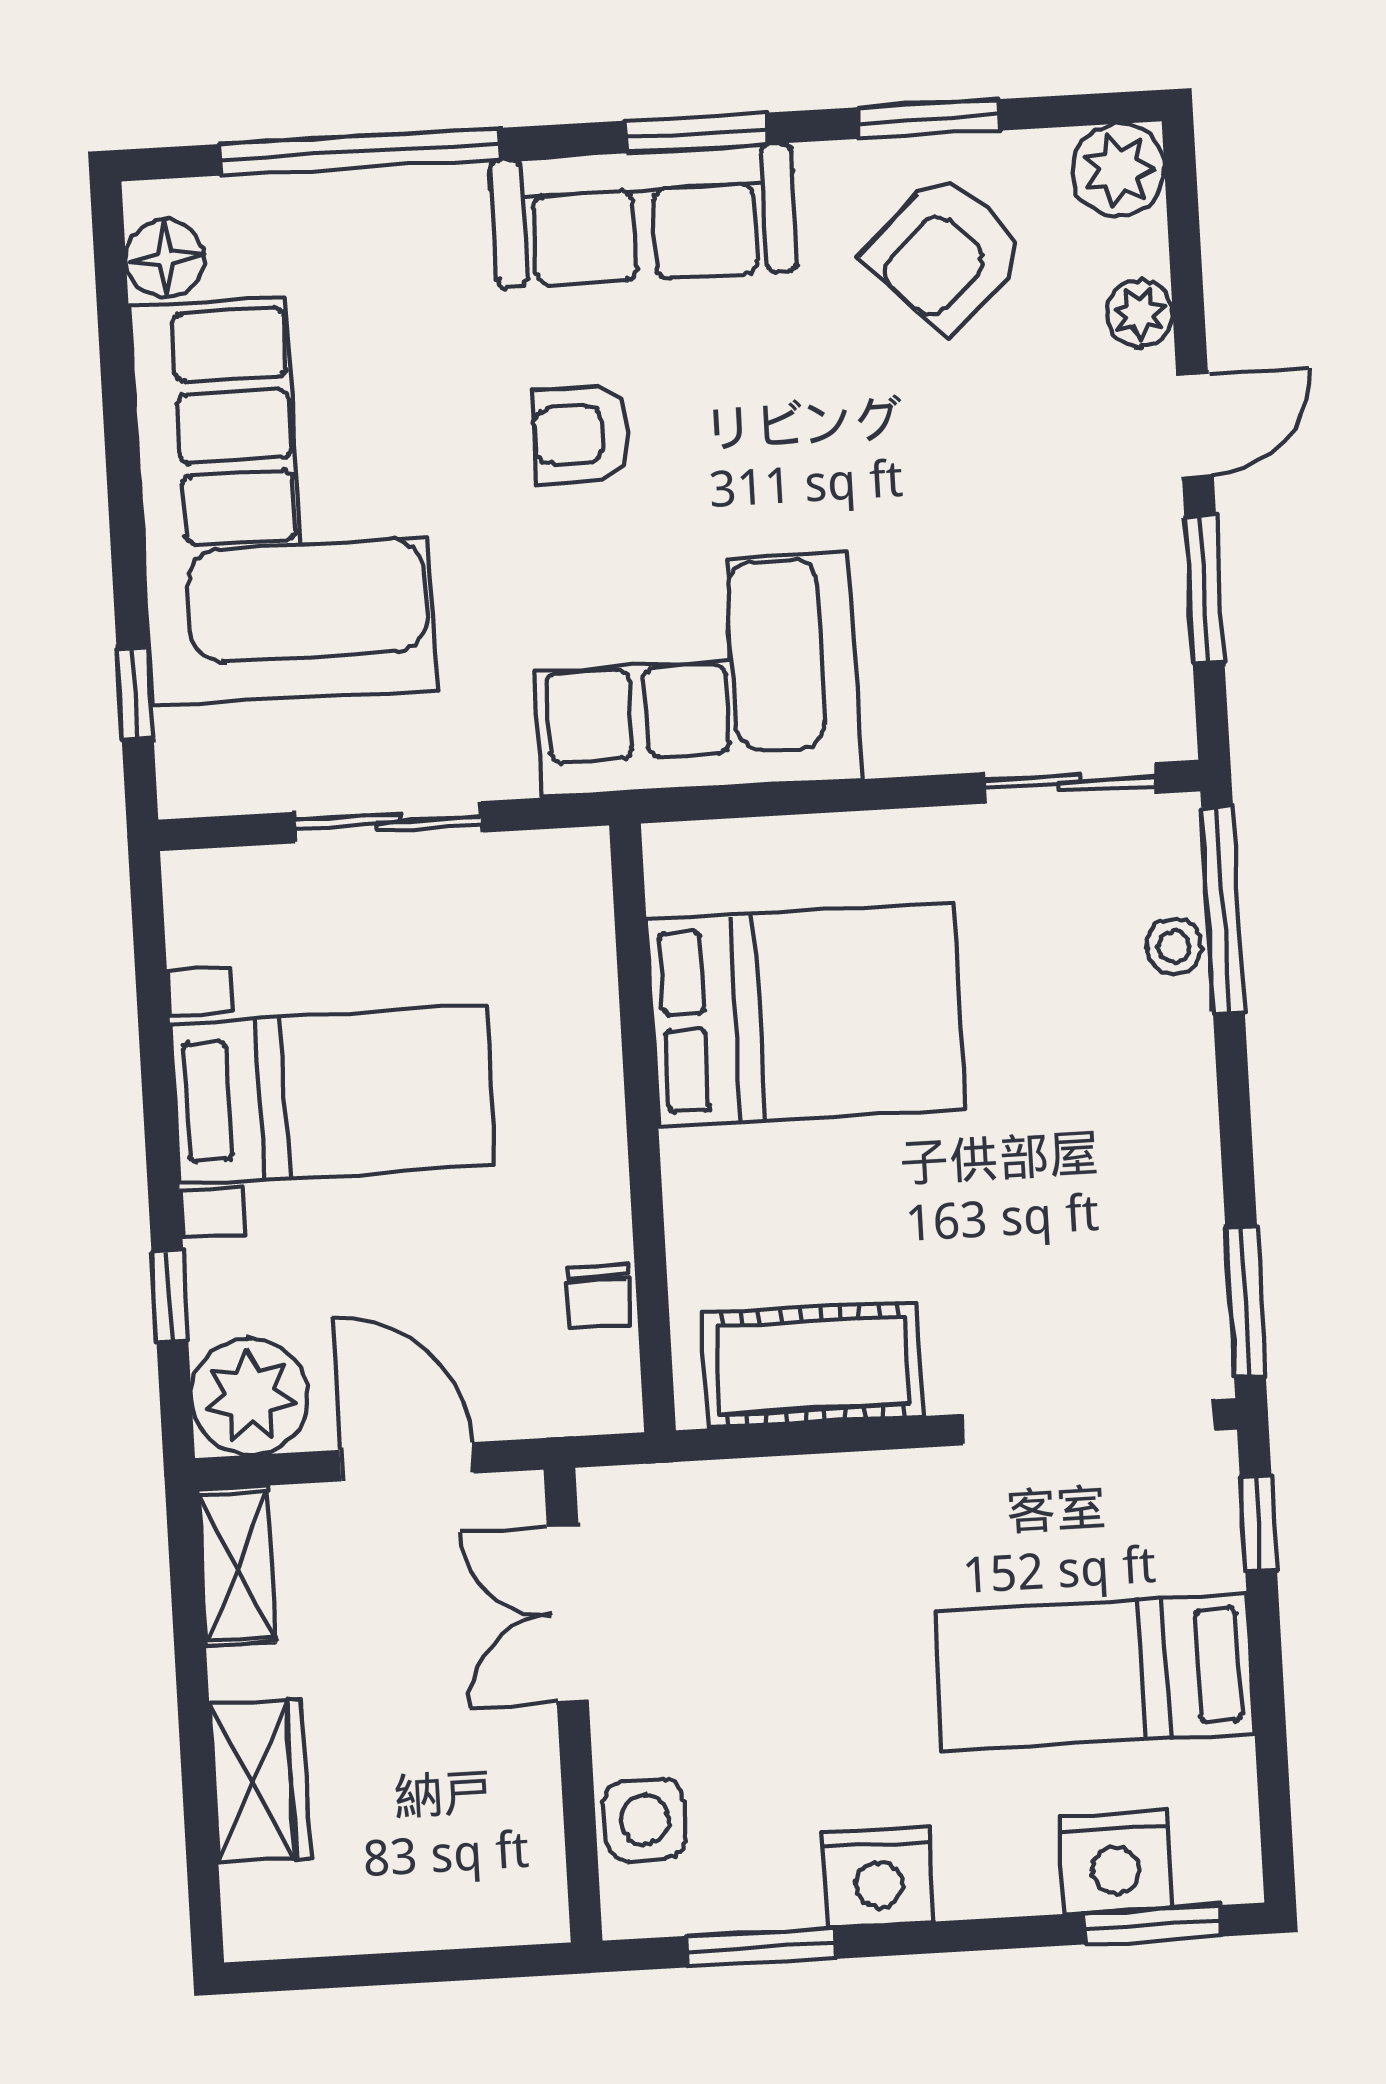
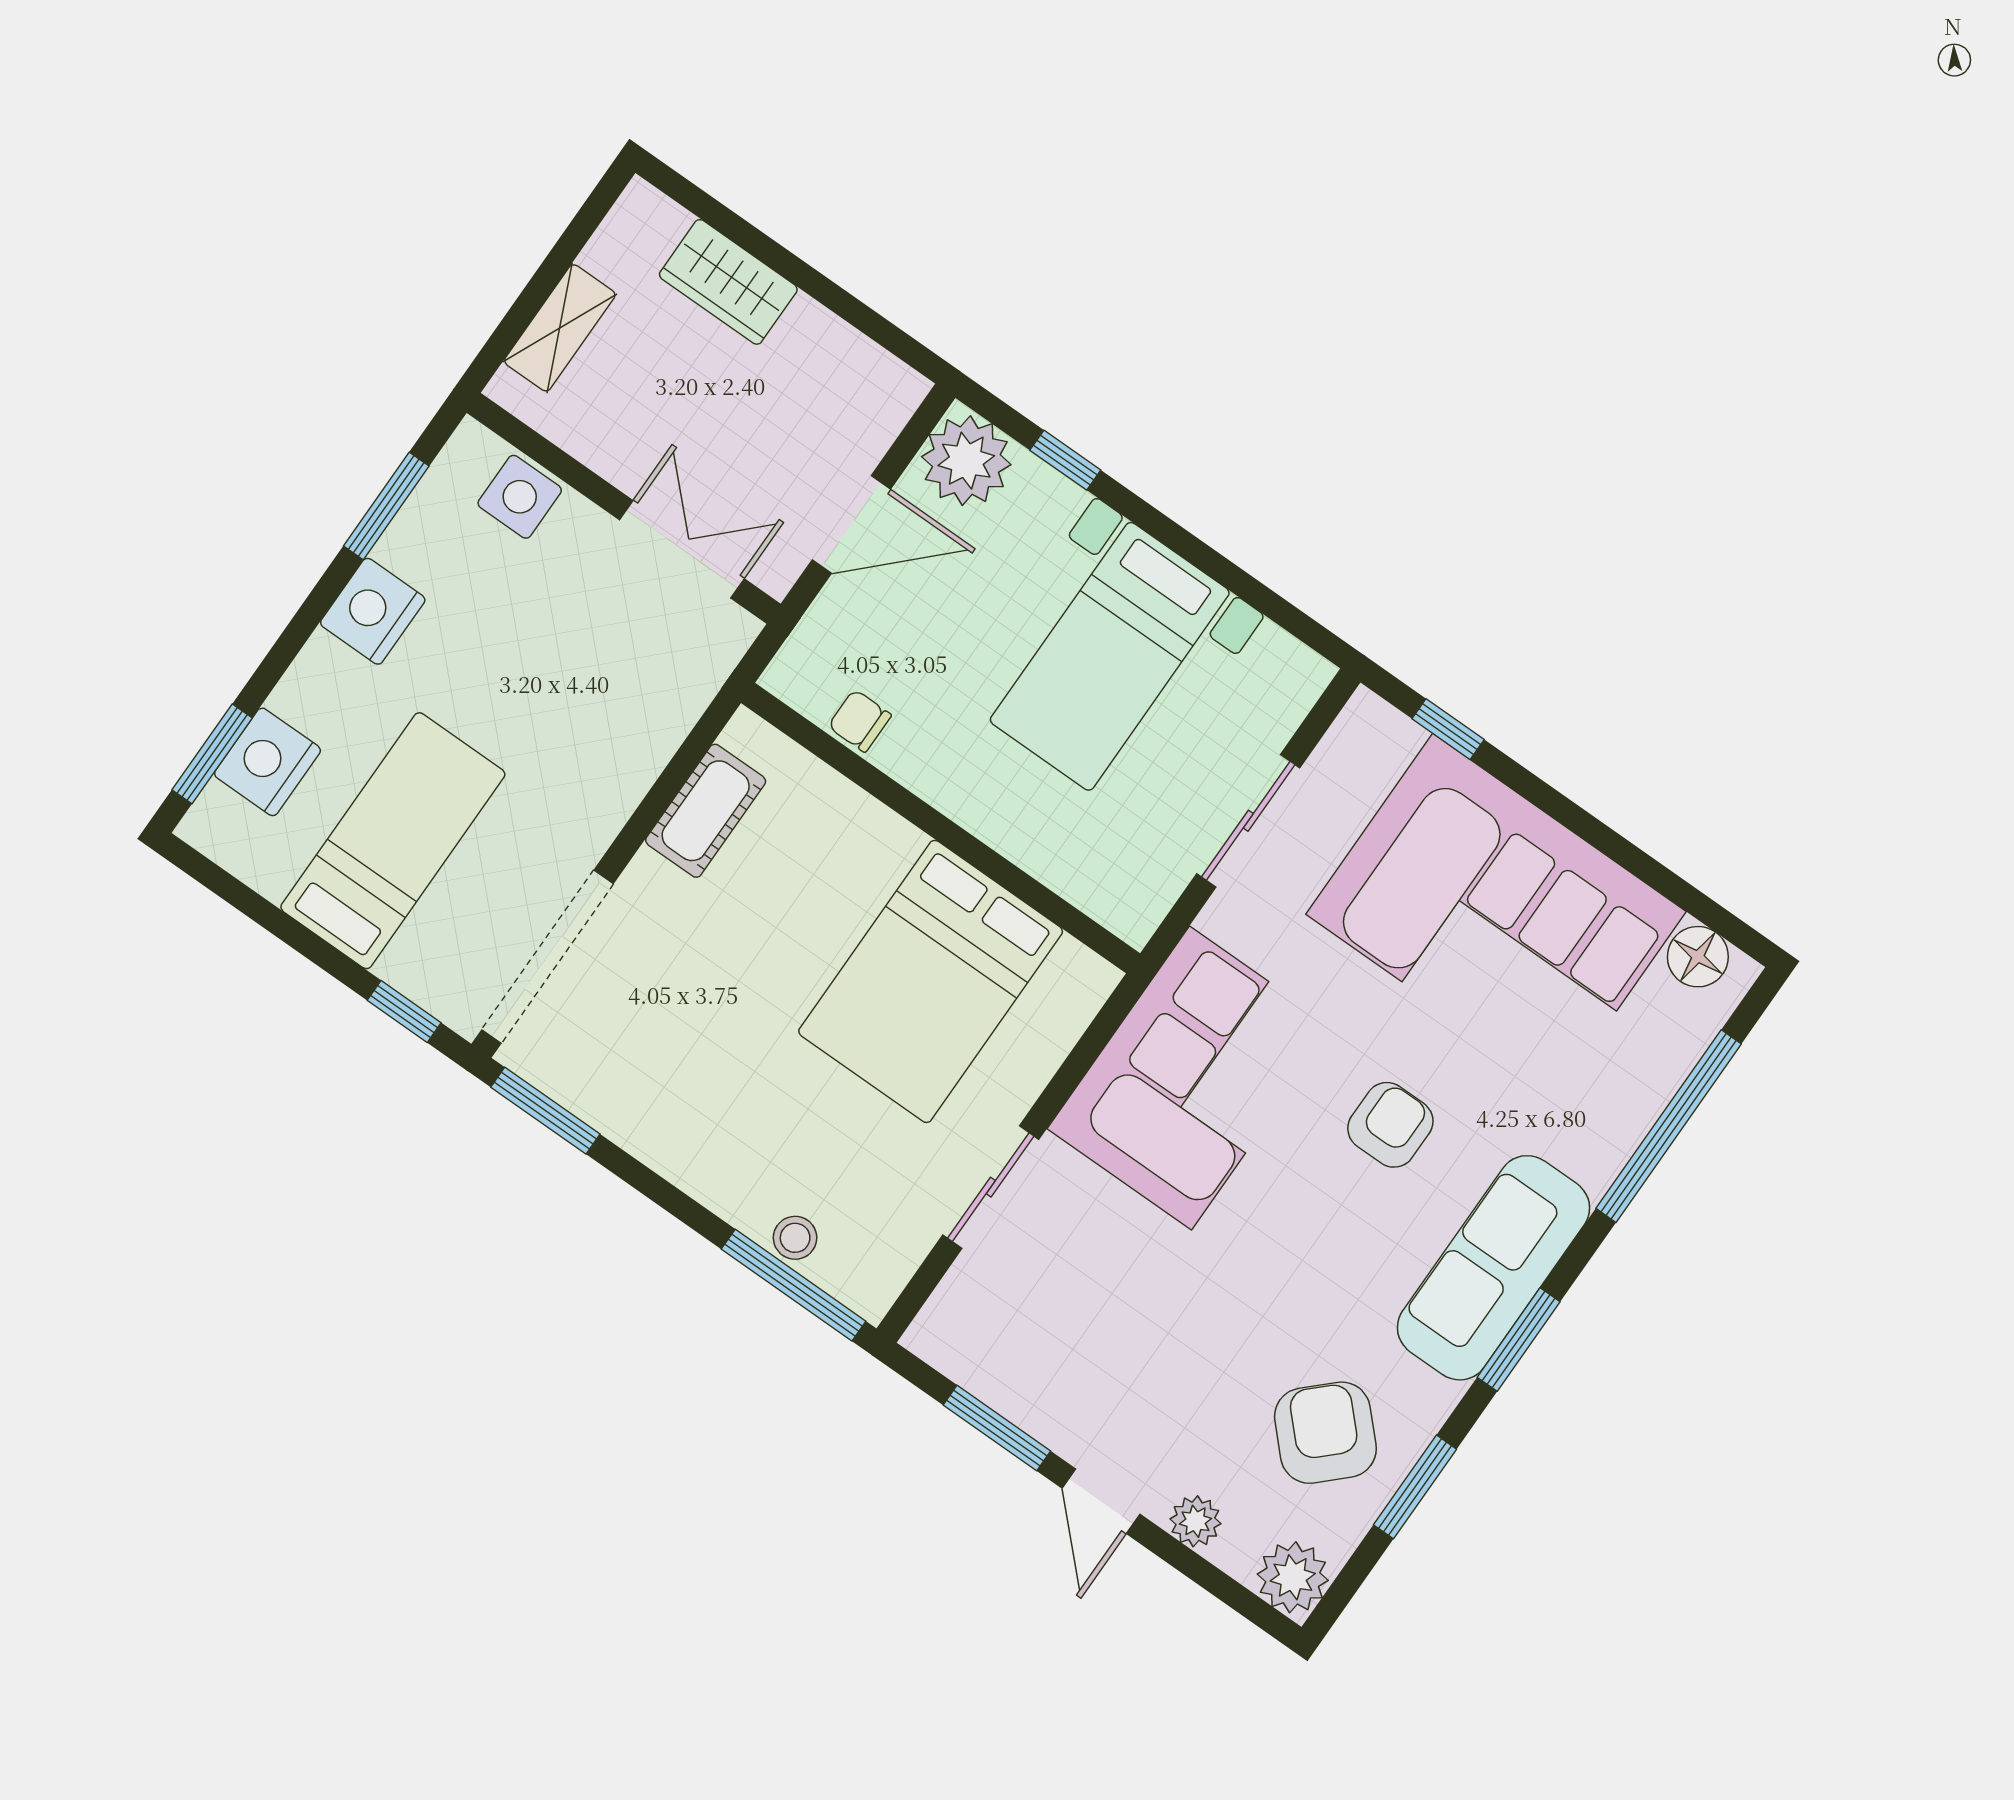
sliding door: (1070, 783) -> (991, 1187), moved
cot: (812, 1365) -> (706, 811), width x0.73, depth x0.75
shelving: (237, 1566) -> (560, 328), moved, turned 90

